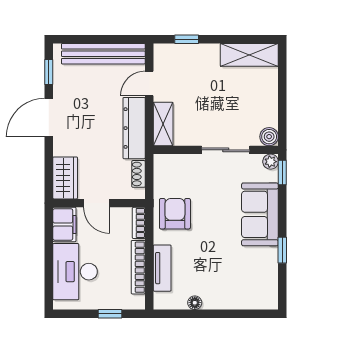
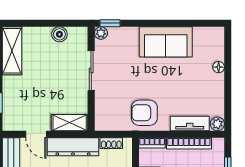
boiler: (269, 137) -> (59, 34), moved
sofa: (260, 214) -> (166, 42), moved
window: (282, 250) -> (175, 23), removed
plant: (162, 301) -> (217, 124), added
floor lamp: (195, 303) -> (219, 67), moved

